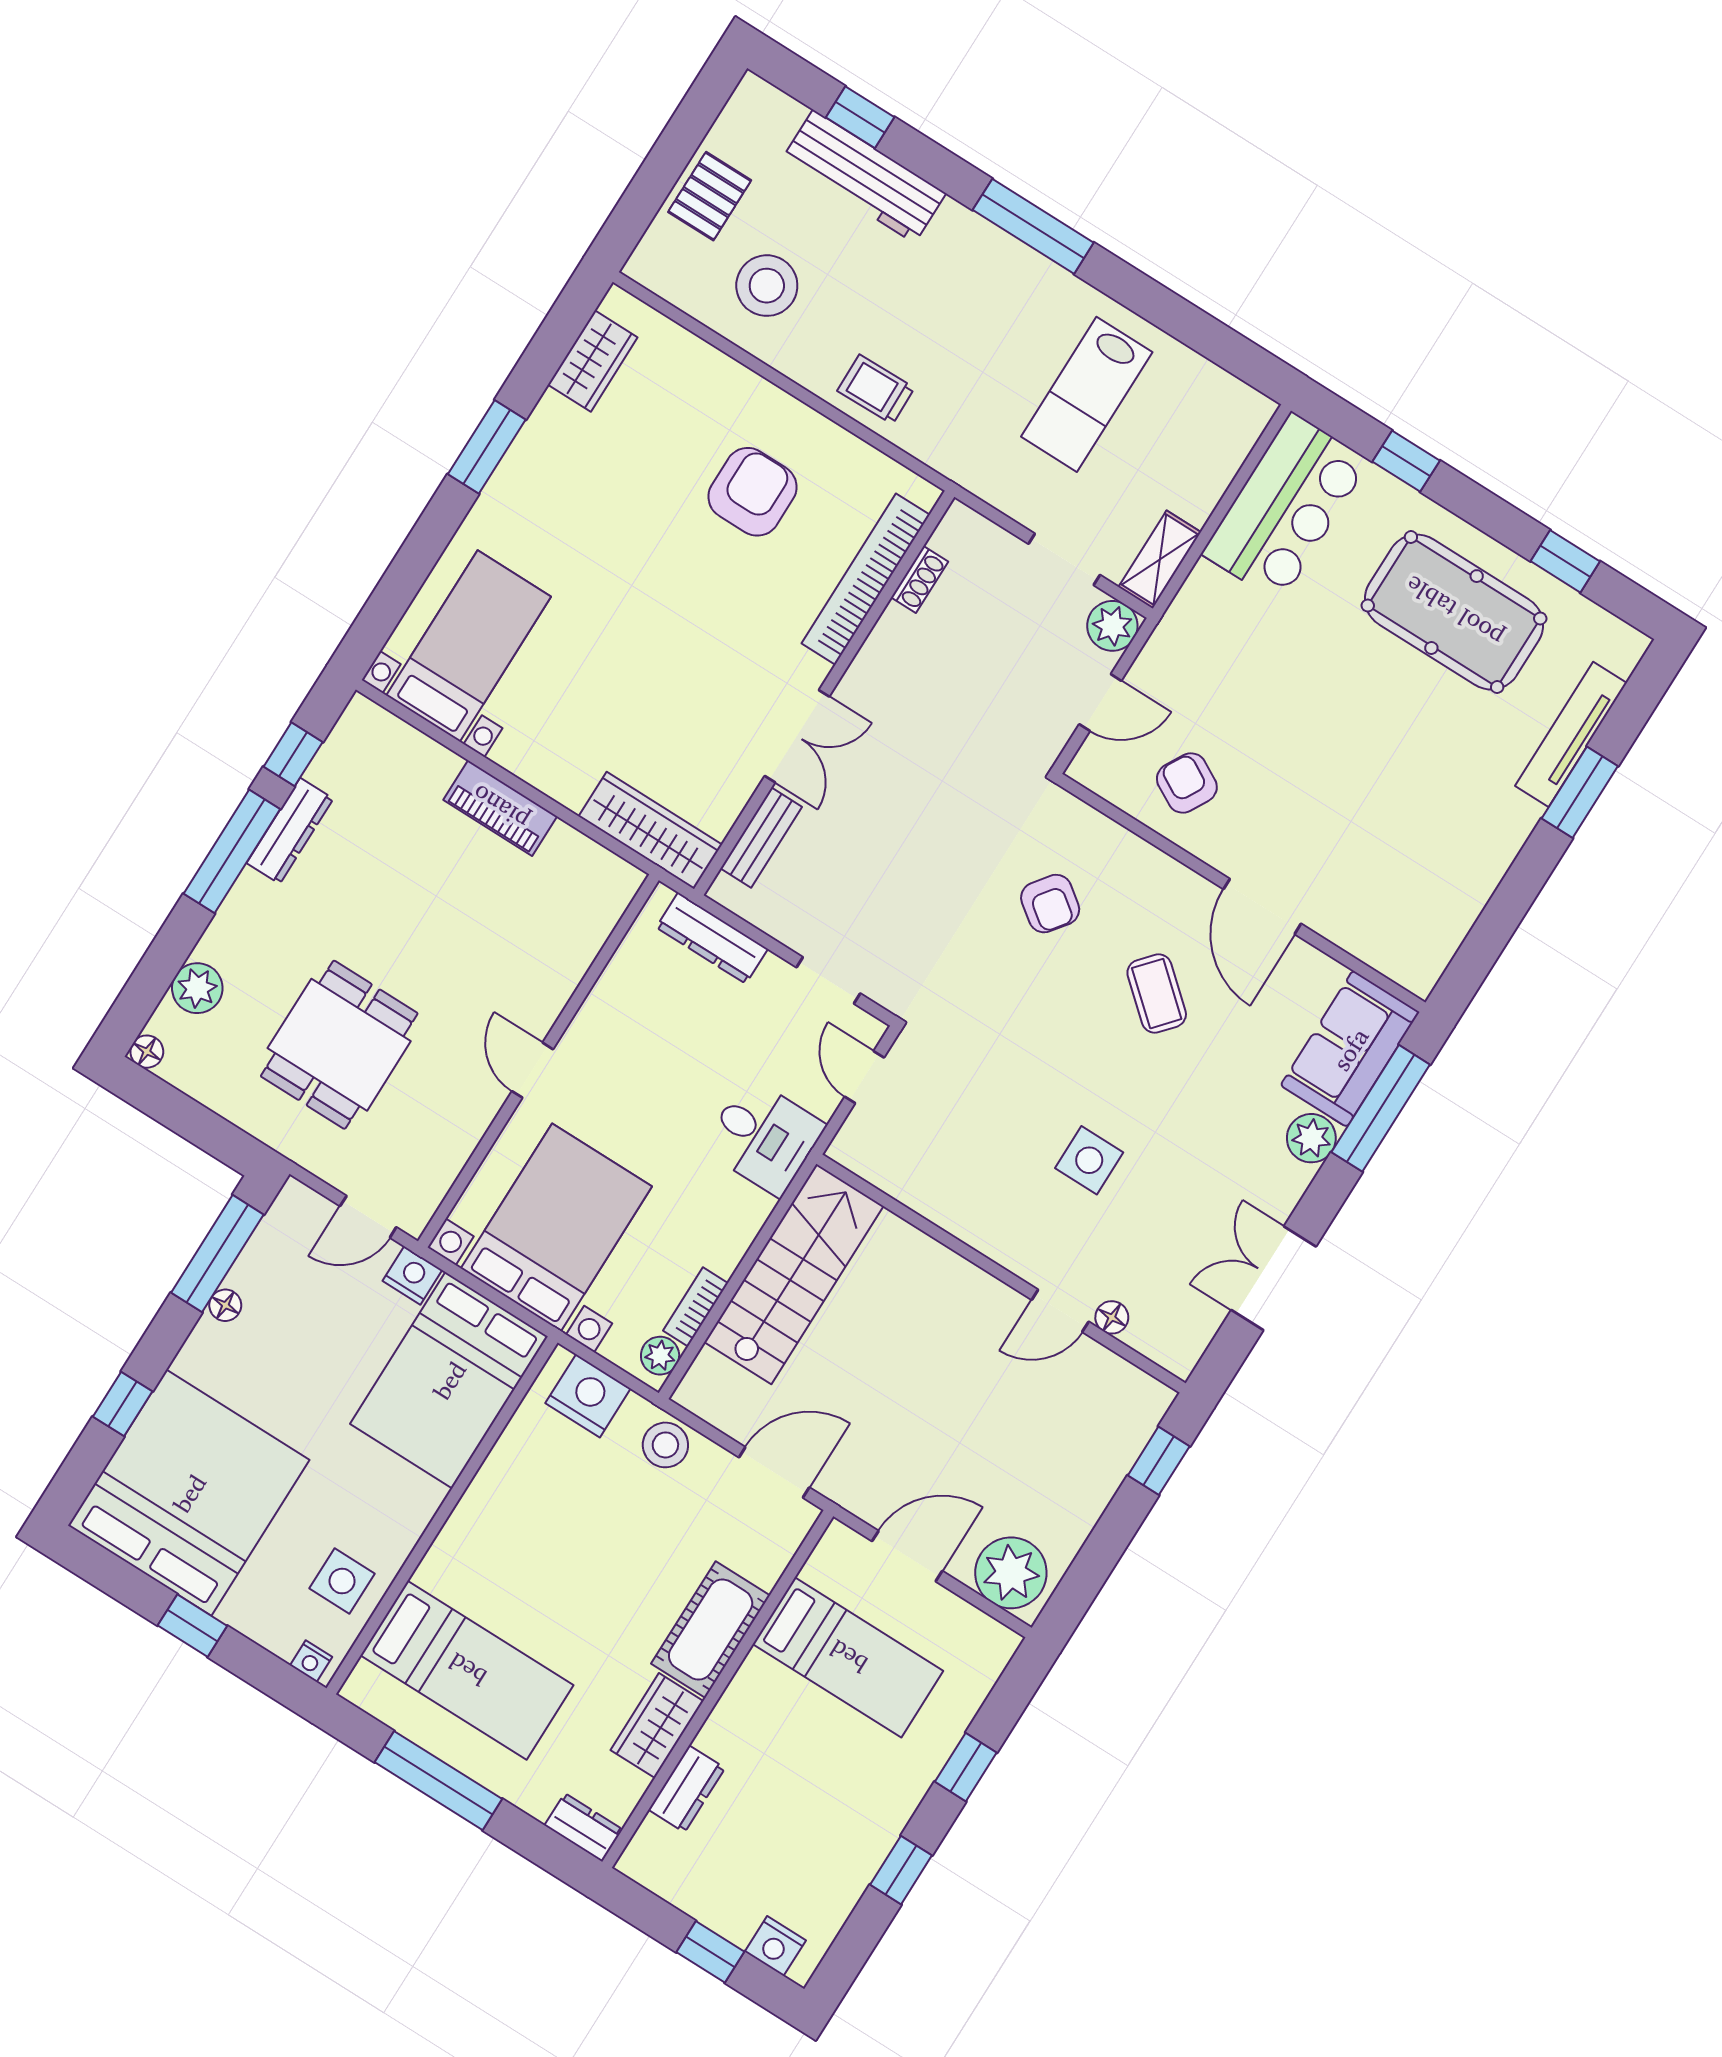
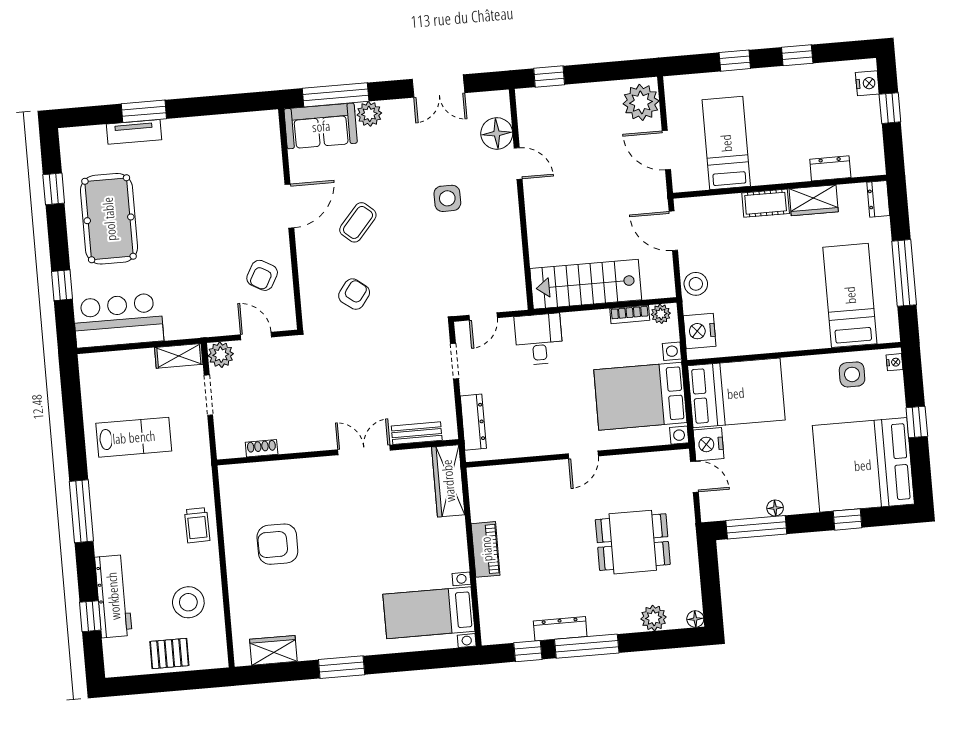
bookcase: (866, 579) -> (278, 471), removed
tv unit: (1571, 734) -> (134, 132), width x0.71
nightstand: (412, 1275) -> (709, 444), width x1.36, depth x1.33
floor lamp: (1112, 1317) -> (497, 133), width x1.89, depth x1.89
cot: (711, 1630) -> (766, 203), width x0.73, depth x0.75

